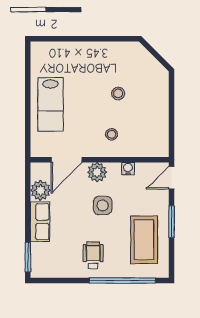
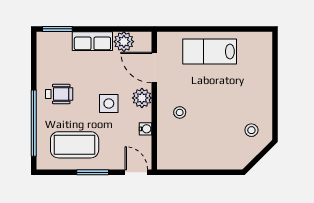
stool: (118, 93) -> (251, 130), moved

